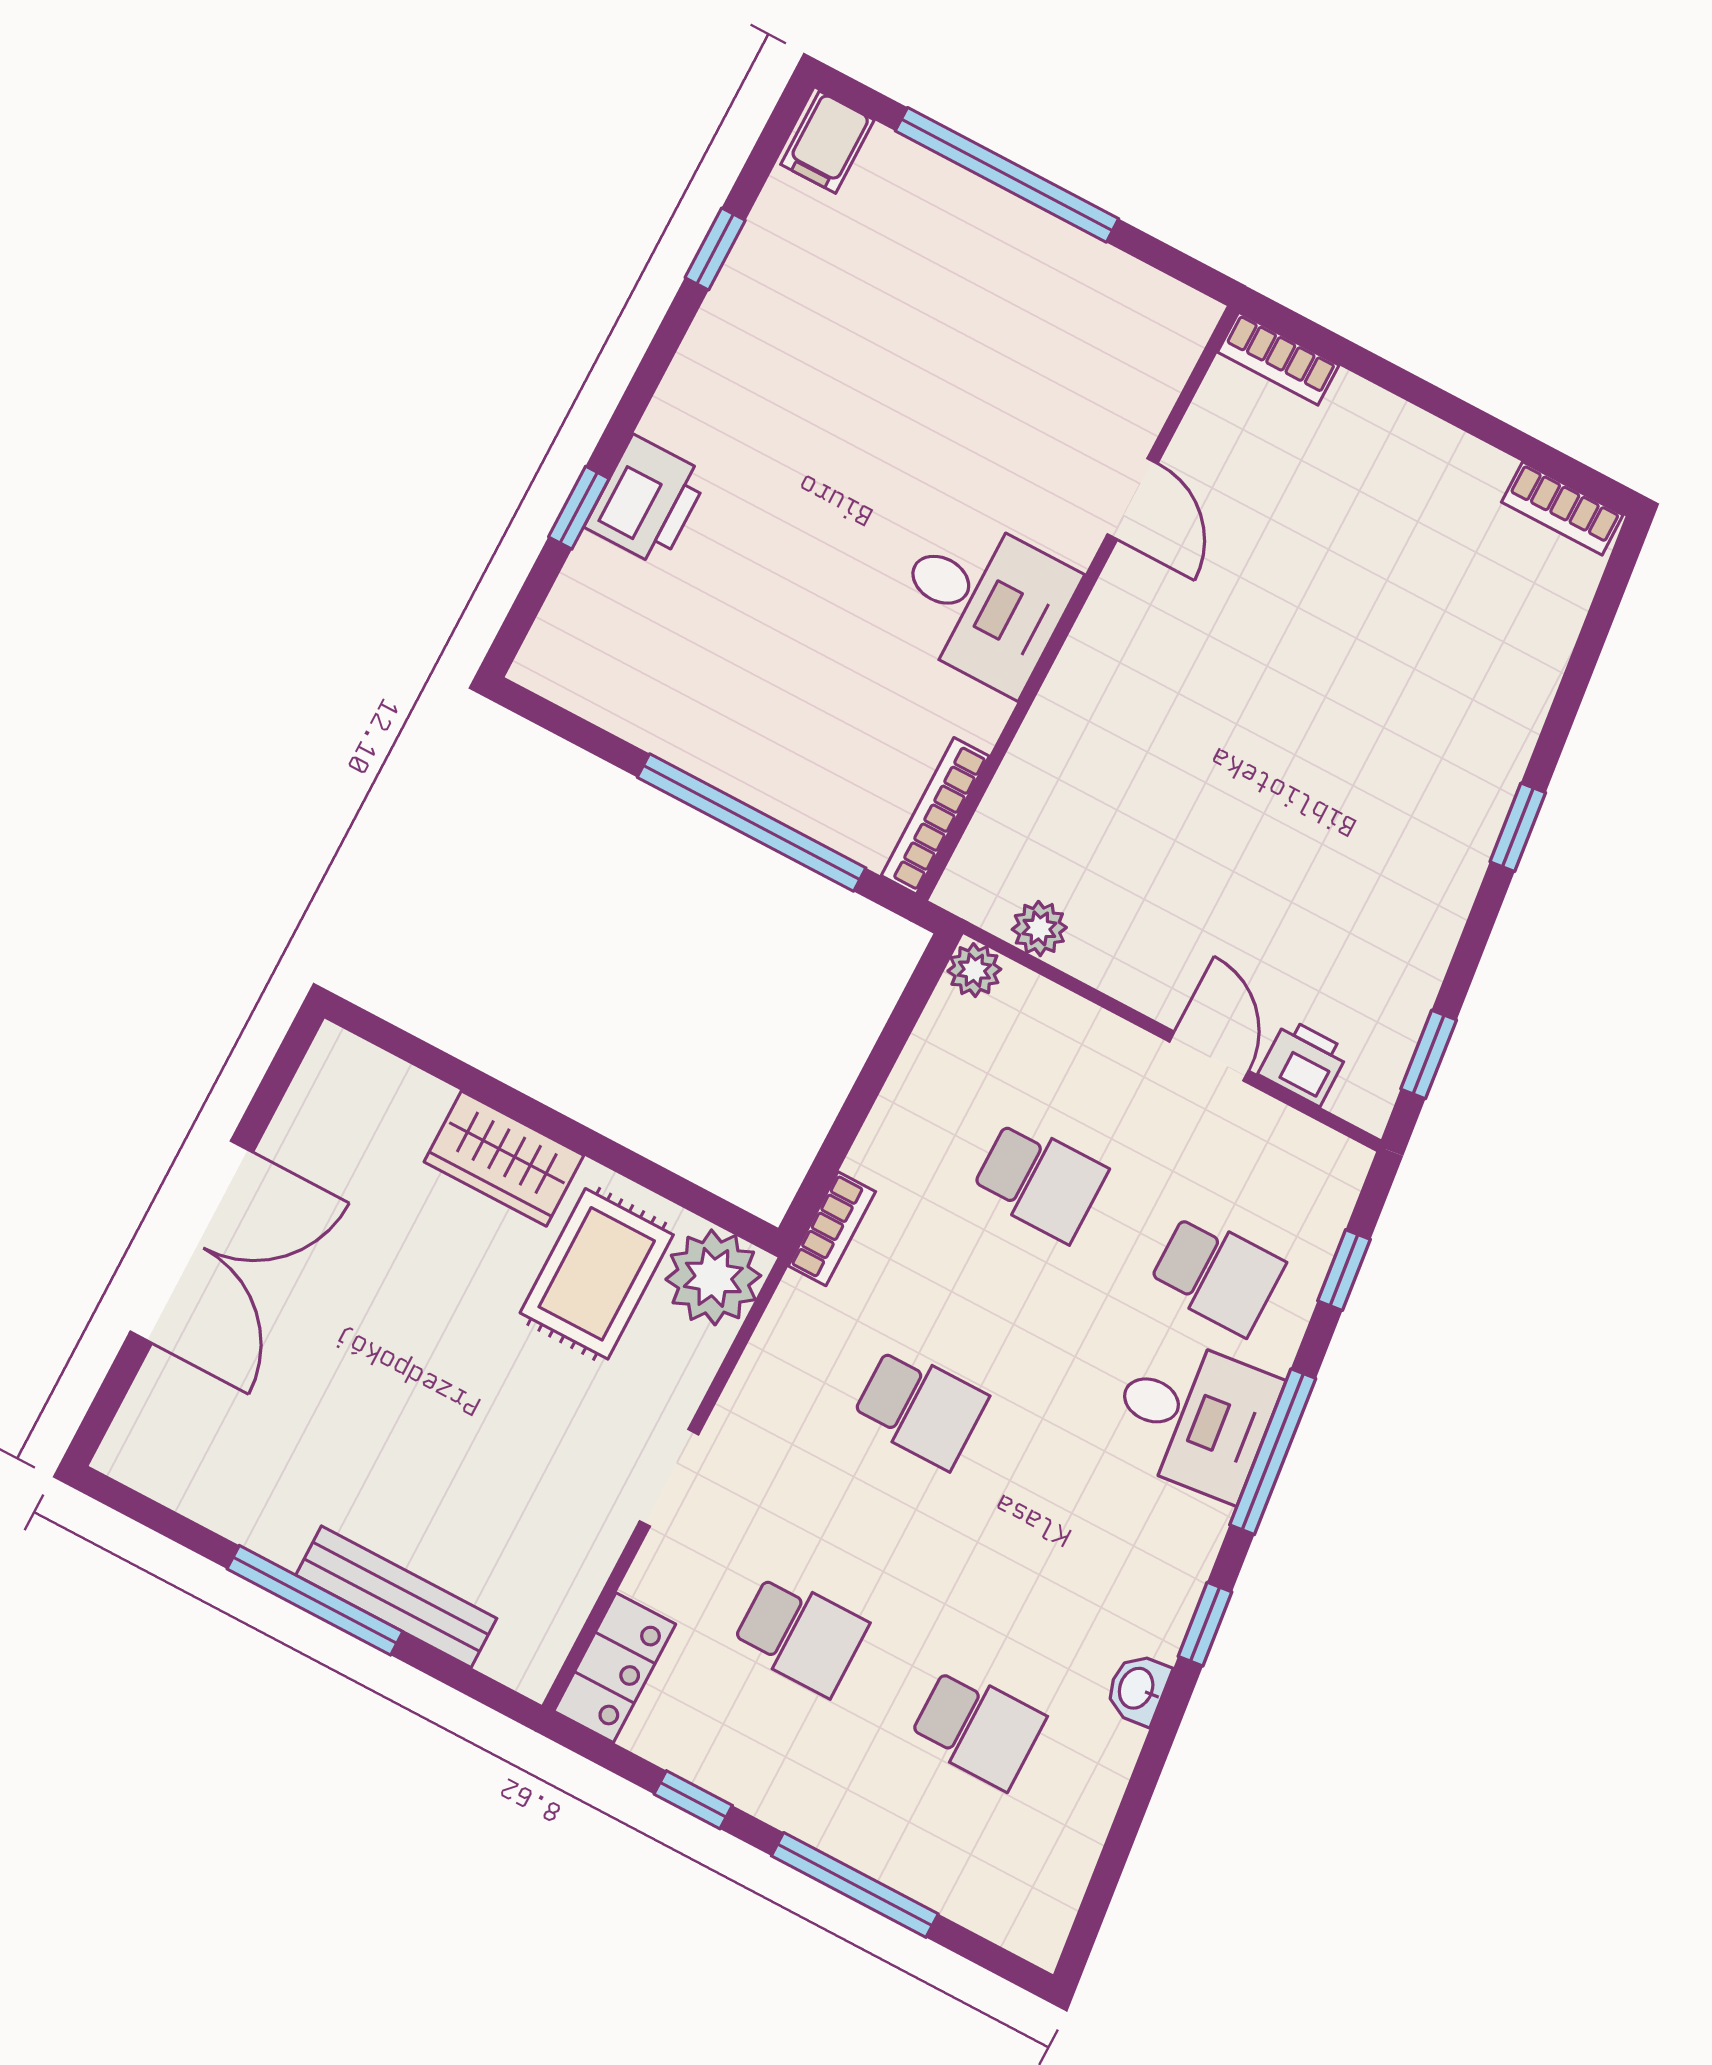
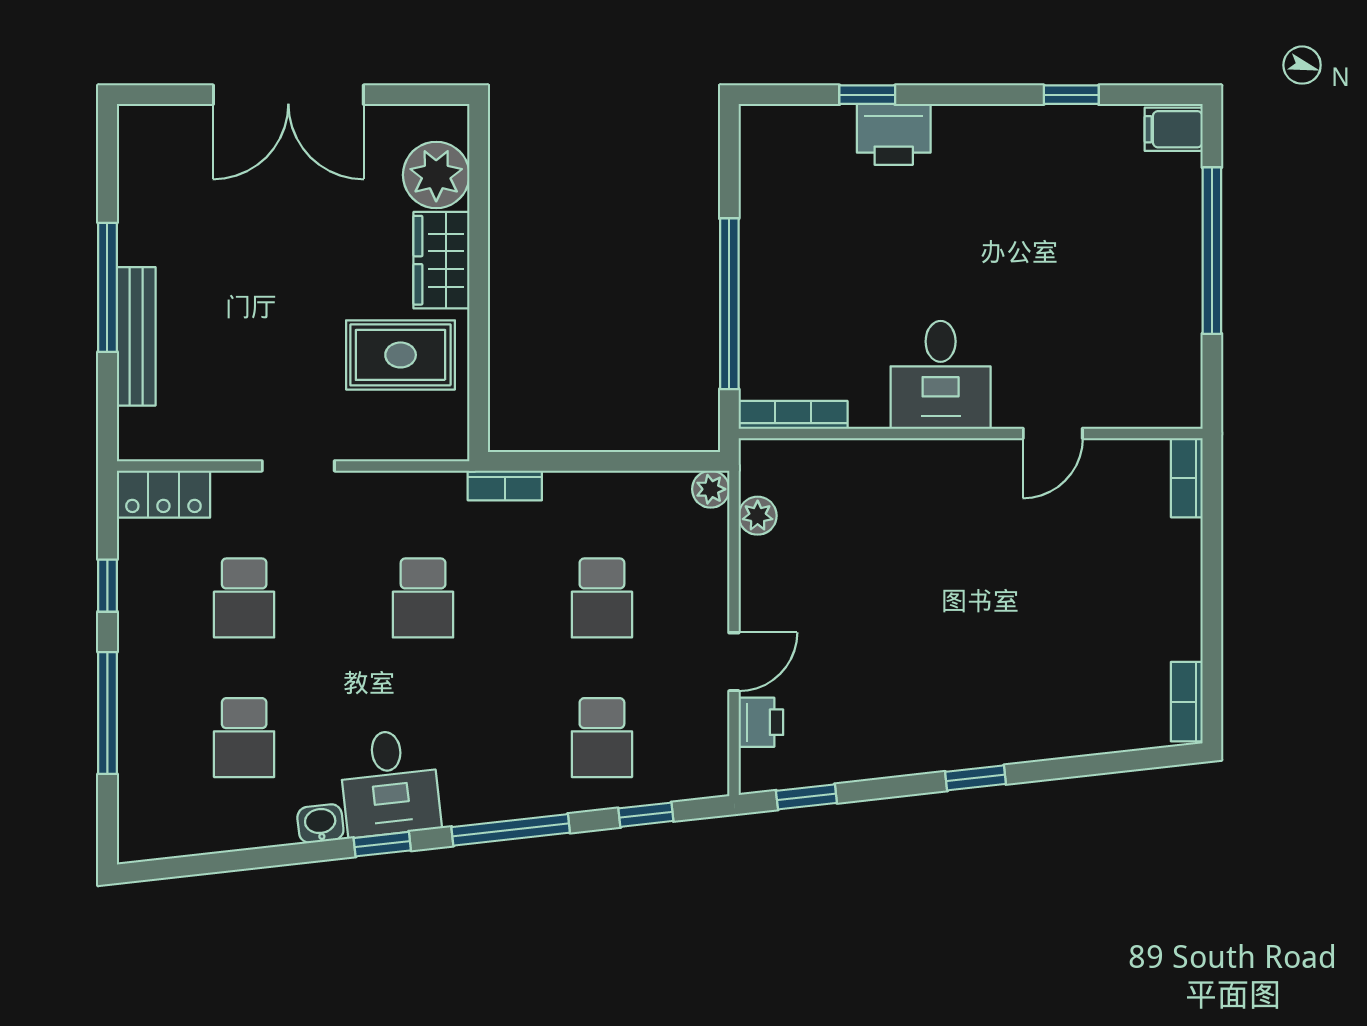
plant: (713, 1277) -> (436, 175), moved
desk: (1194, 1417) -> (390, 783), moved

